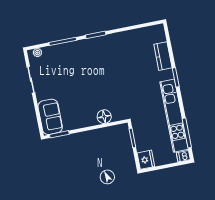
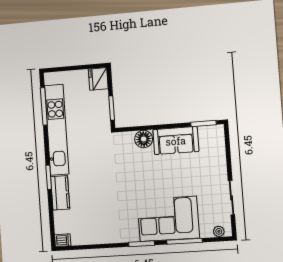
kitchen counter: (163, 56) -> (60, 193), moved
corner sofa: (77, 57) -> (168, 219), added
sofa: (50, 117) -> (176, 141), moved, turned -90
dishwasher: (183, 156) -> (63, 240), moved

